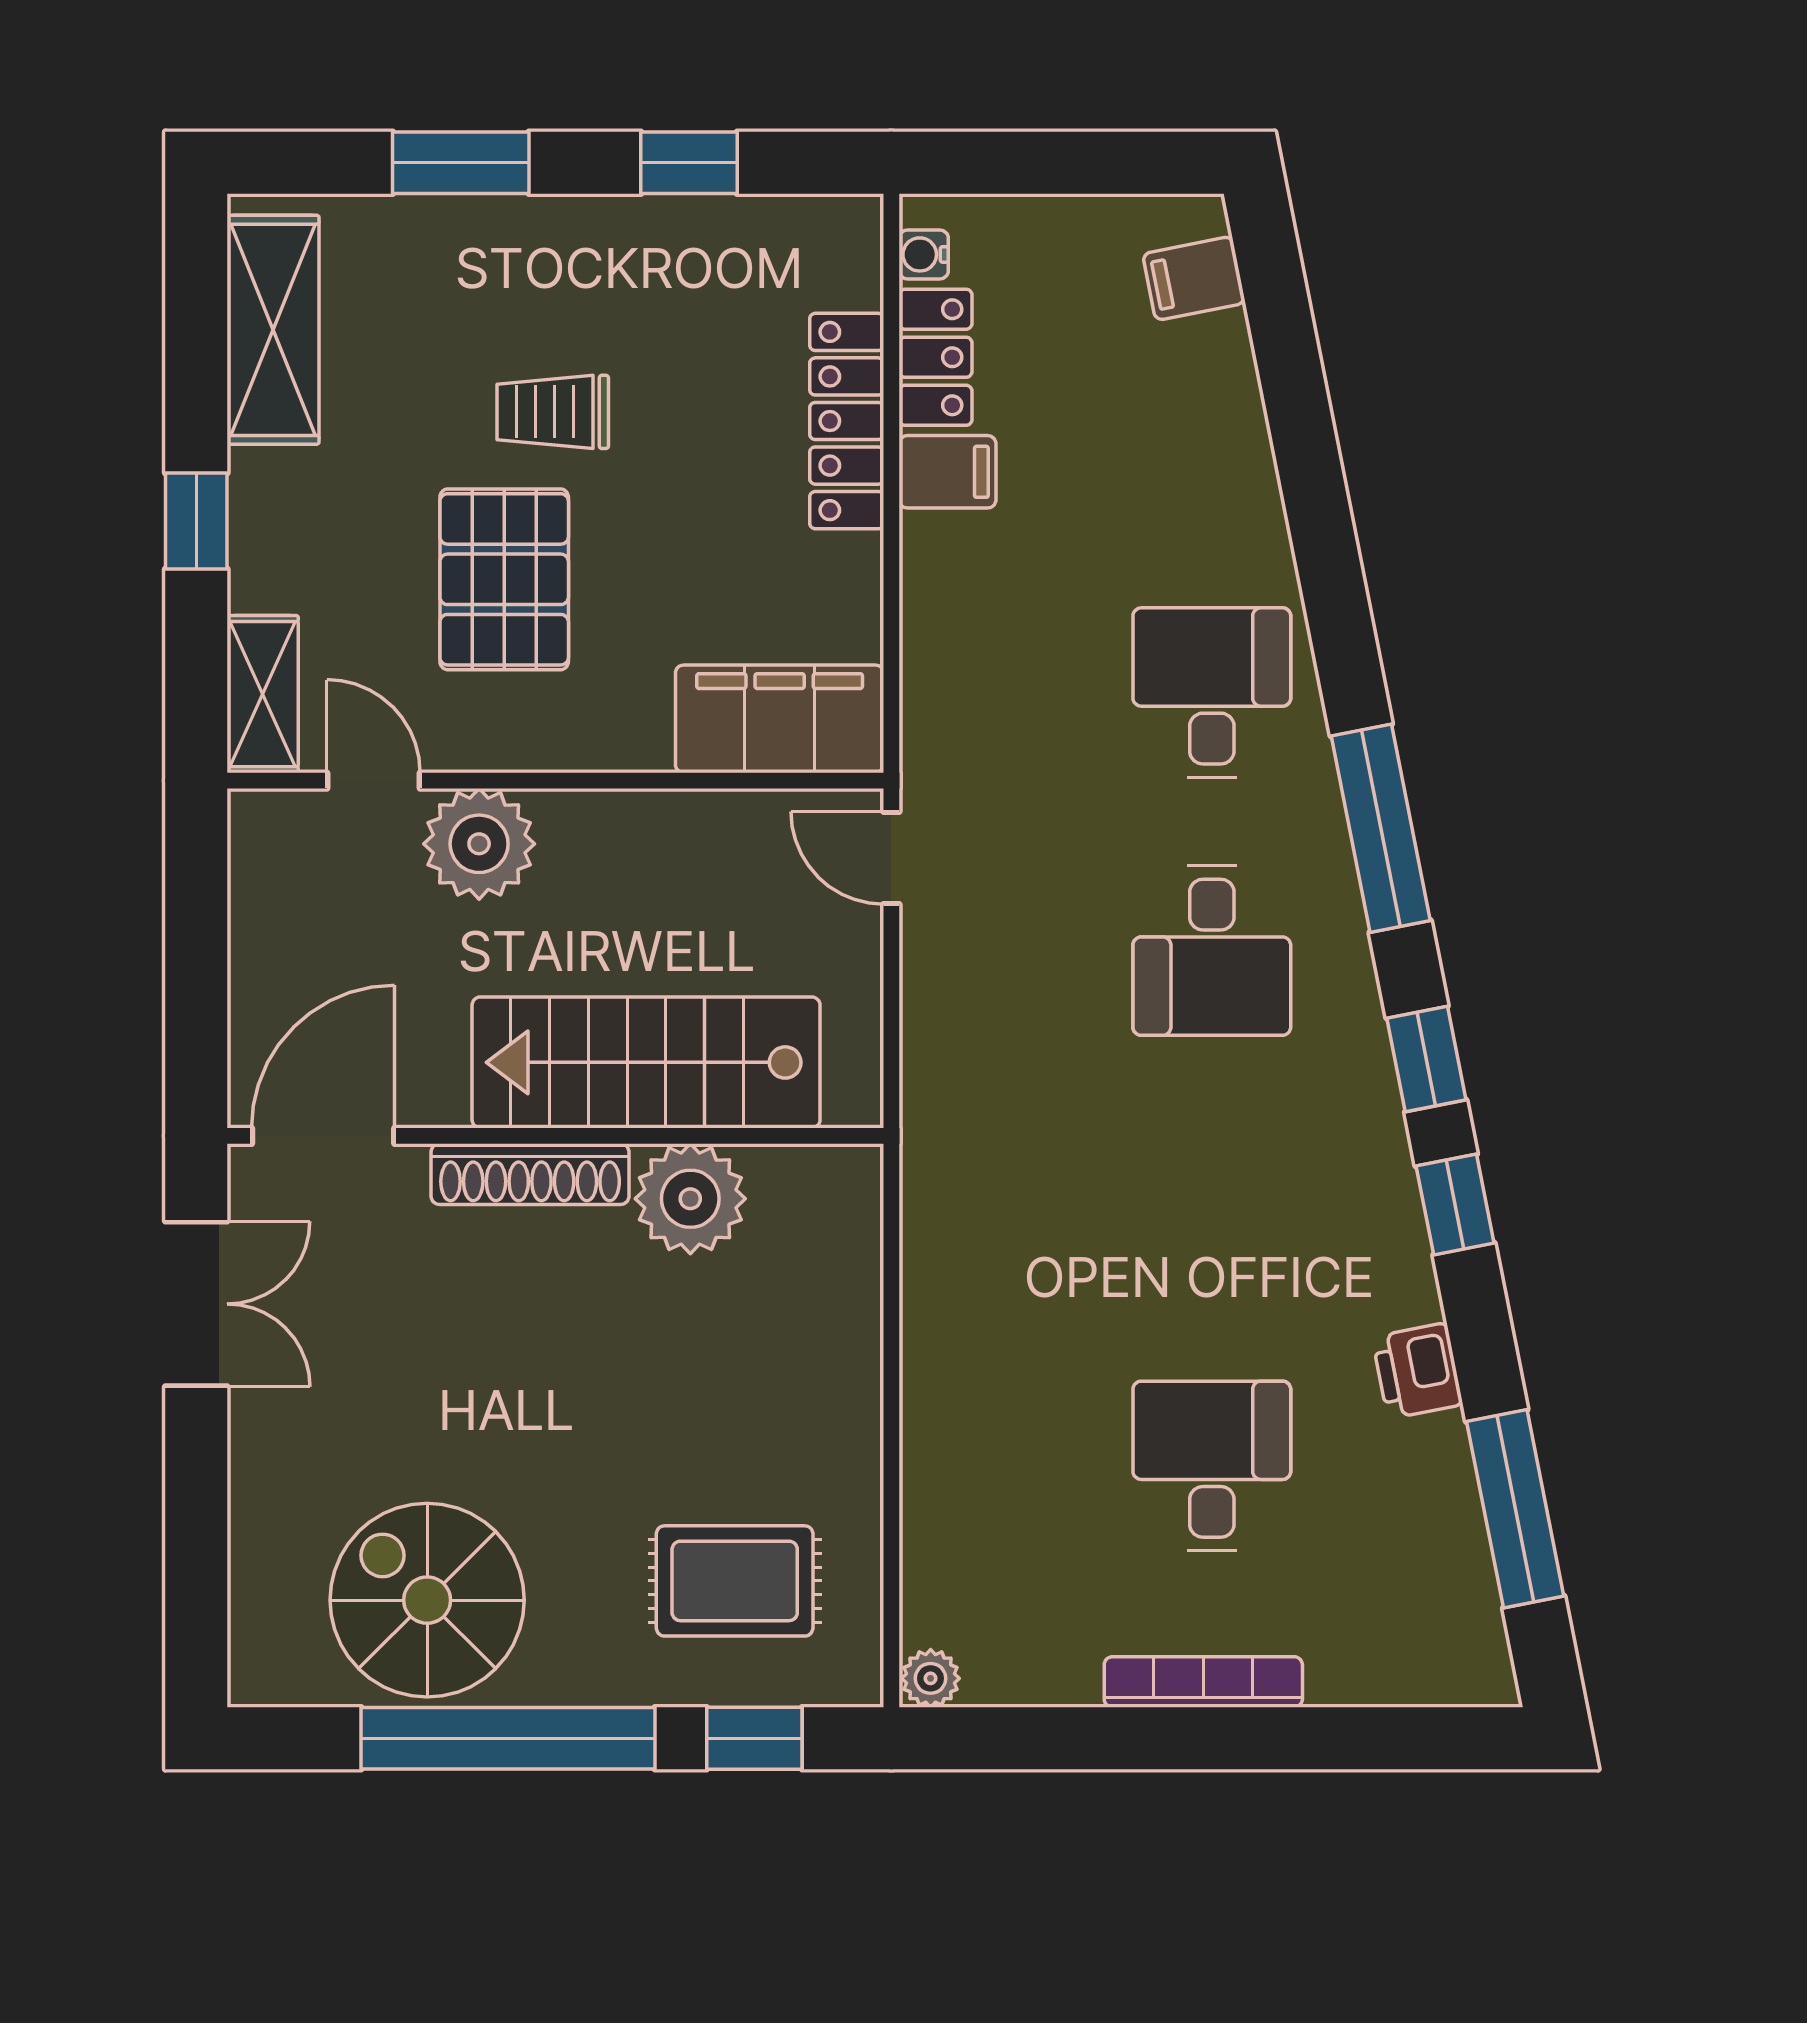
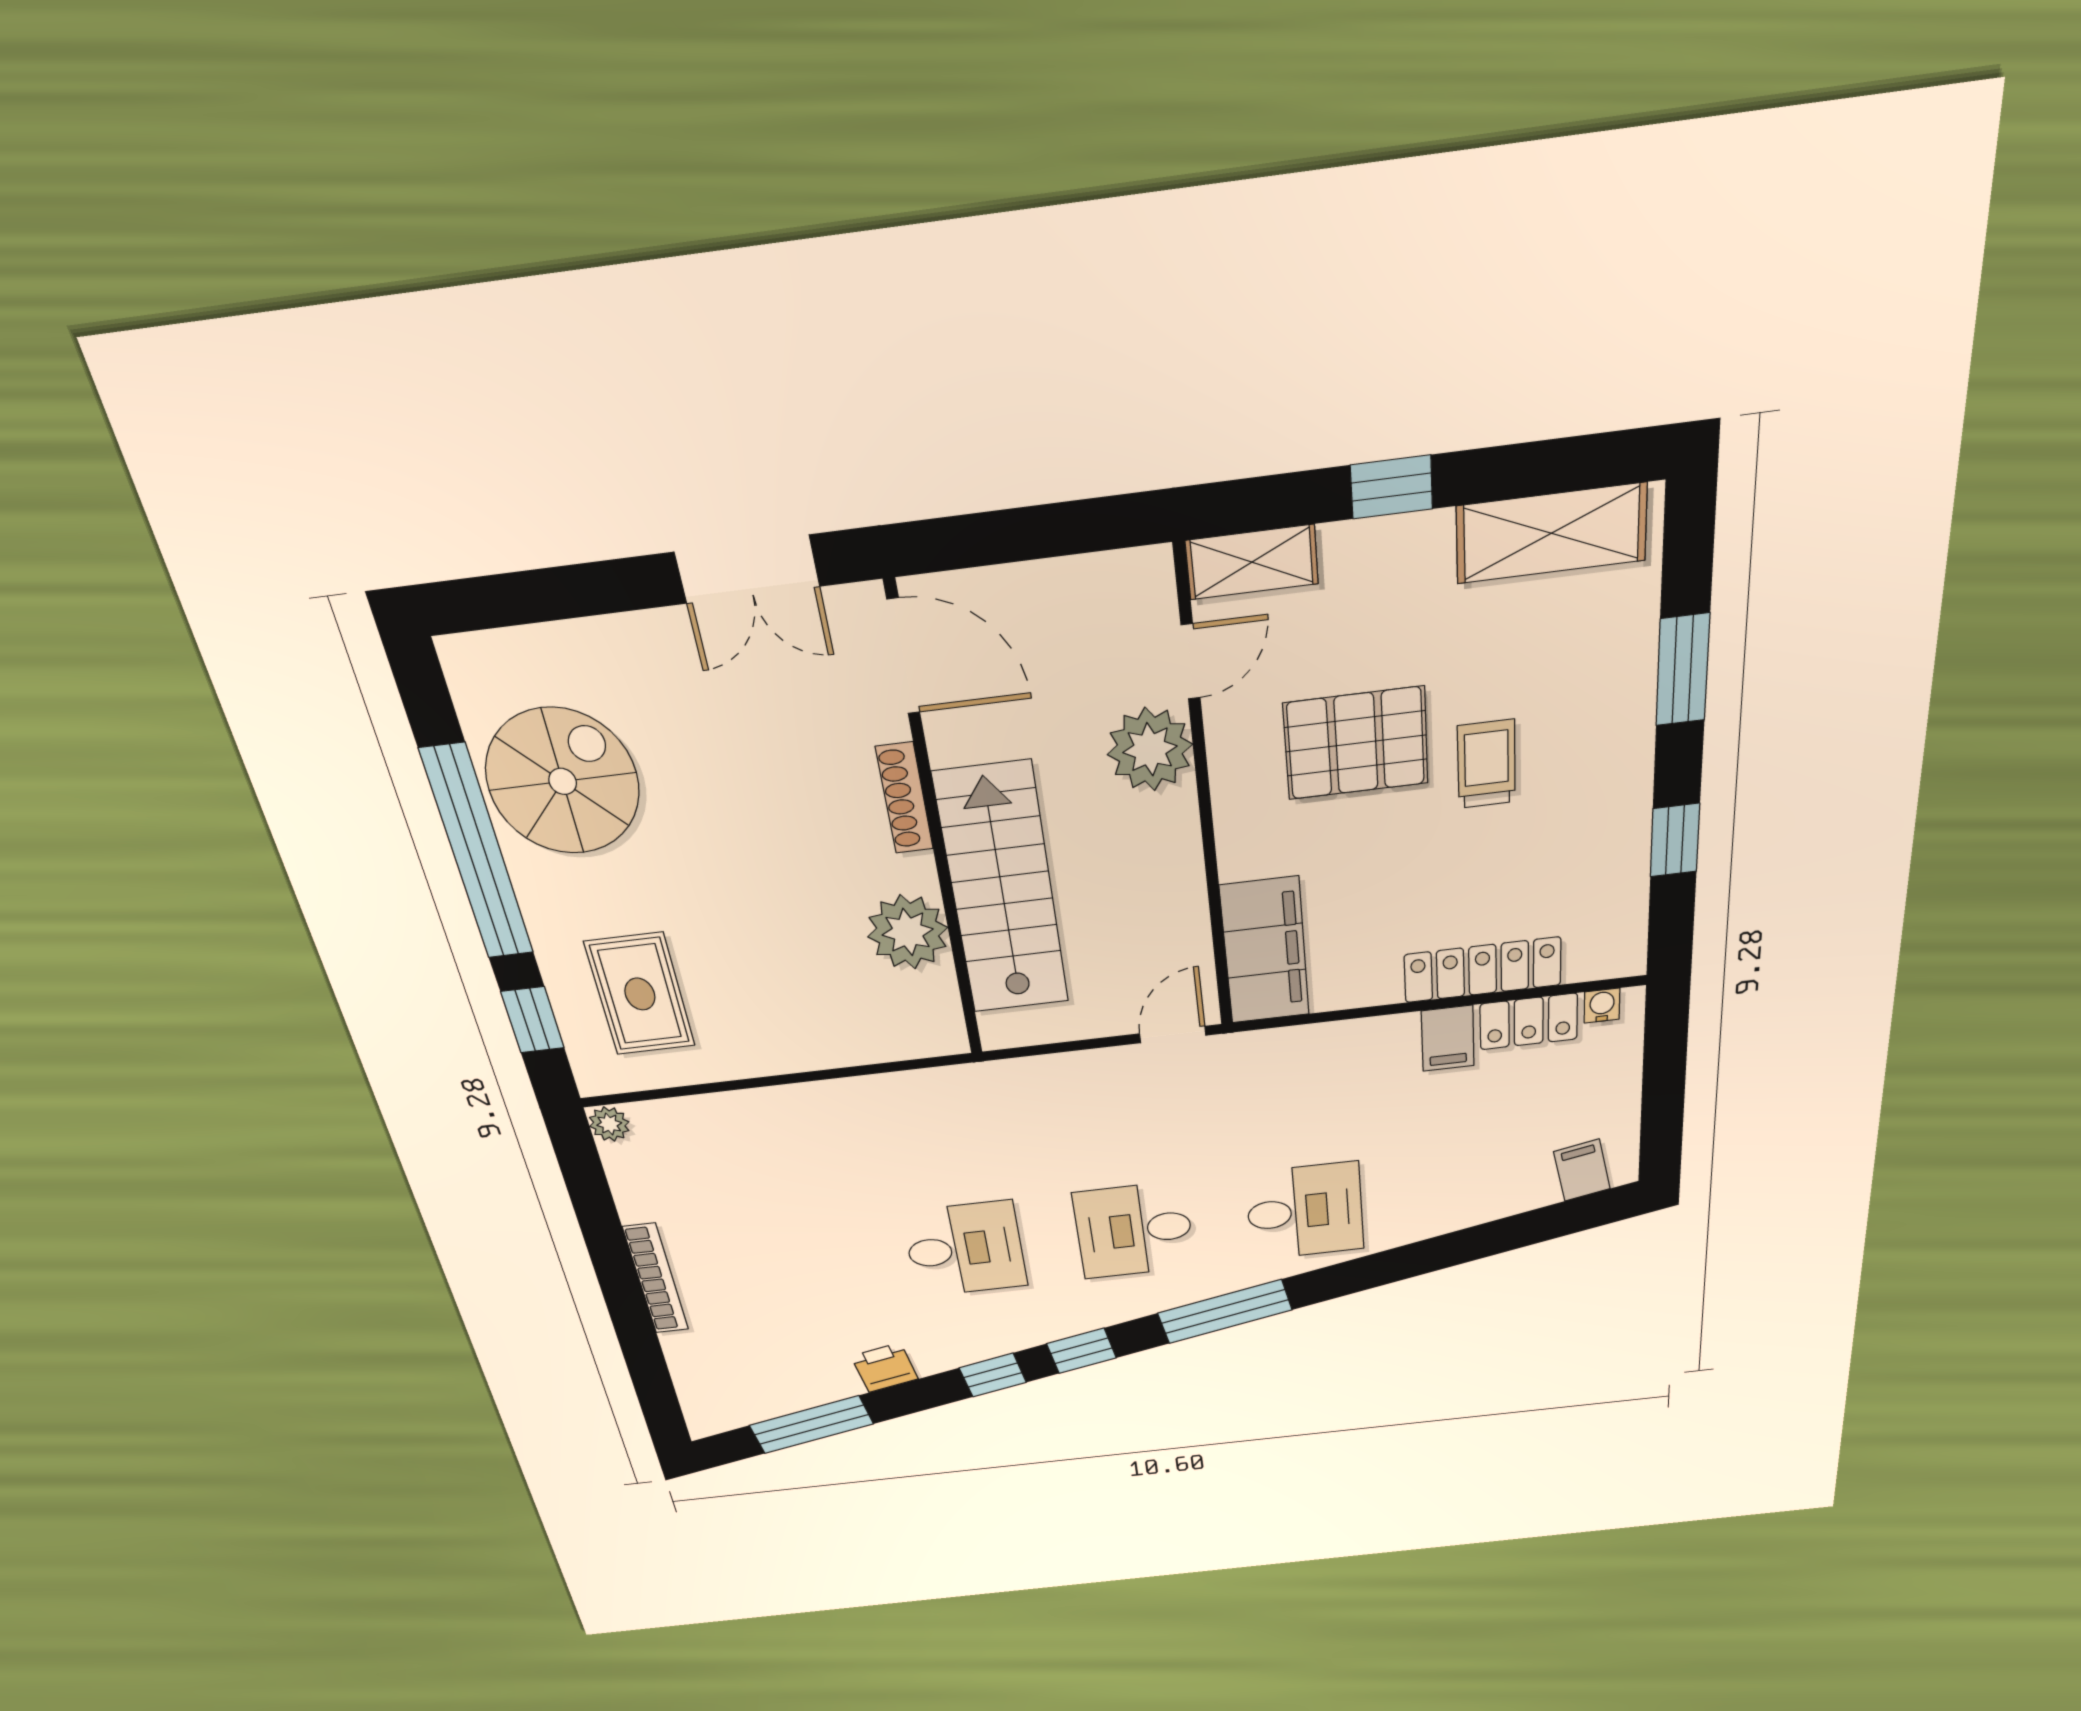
shoe rack: (530, 1174) -> (904, 798), width x0.74, depth x0.81
desk: (1212, 1466) -> (965, 1249), moved

